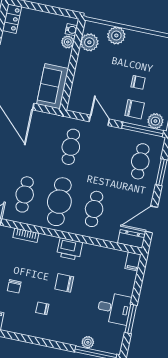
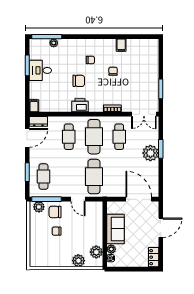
sofa: (53, 86) -> (115, 229), moved
cafe table: (71, 147) -> (94, 177), width x1.37, depth x1.35

